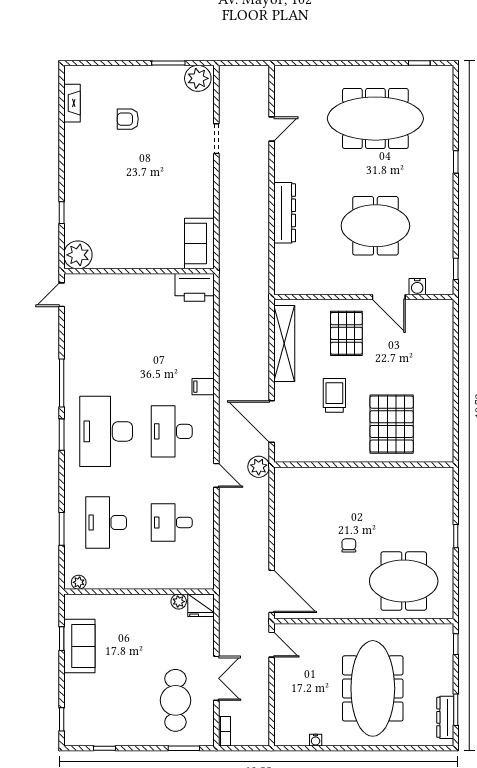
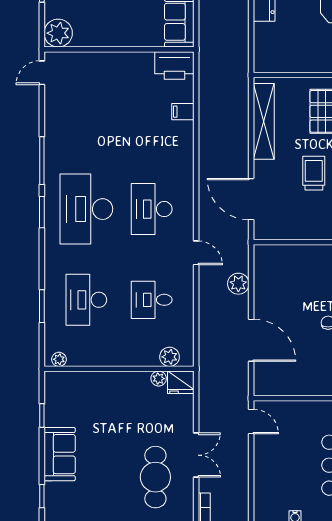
filing cabinet: (203, 387) -> (183, 112), moved
plant: (259, 467) -> (238, 284), moved
plant: (190, 580) -> (170, 357), added
door: (272, 591) -> (251, 340), moved
sofa: (79, 646) -> (60, 454), moved

